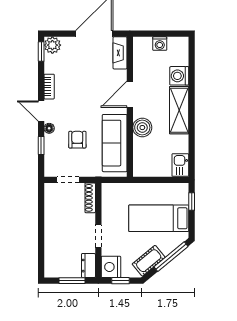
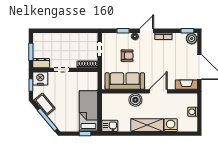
door: (130, 94) -> (158, 91), hinge flipped
bed: (159, 218) -> (88, 111), moved

